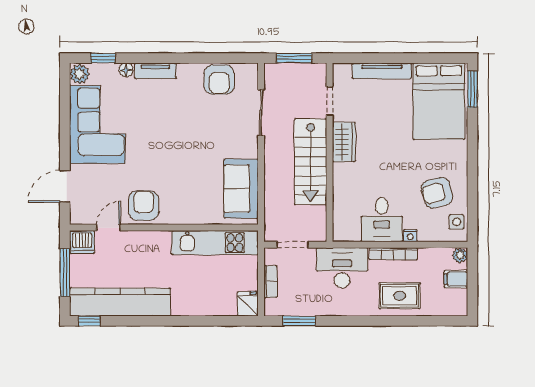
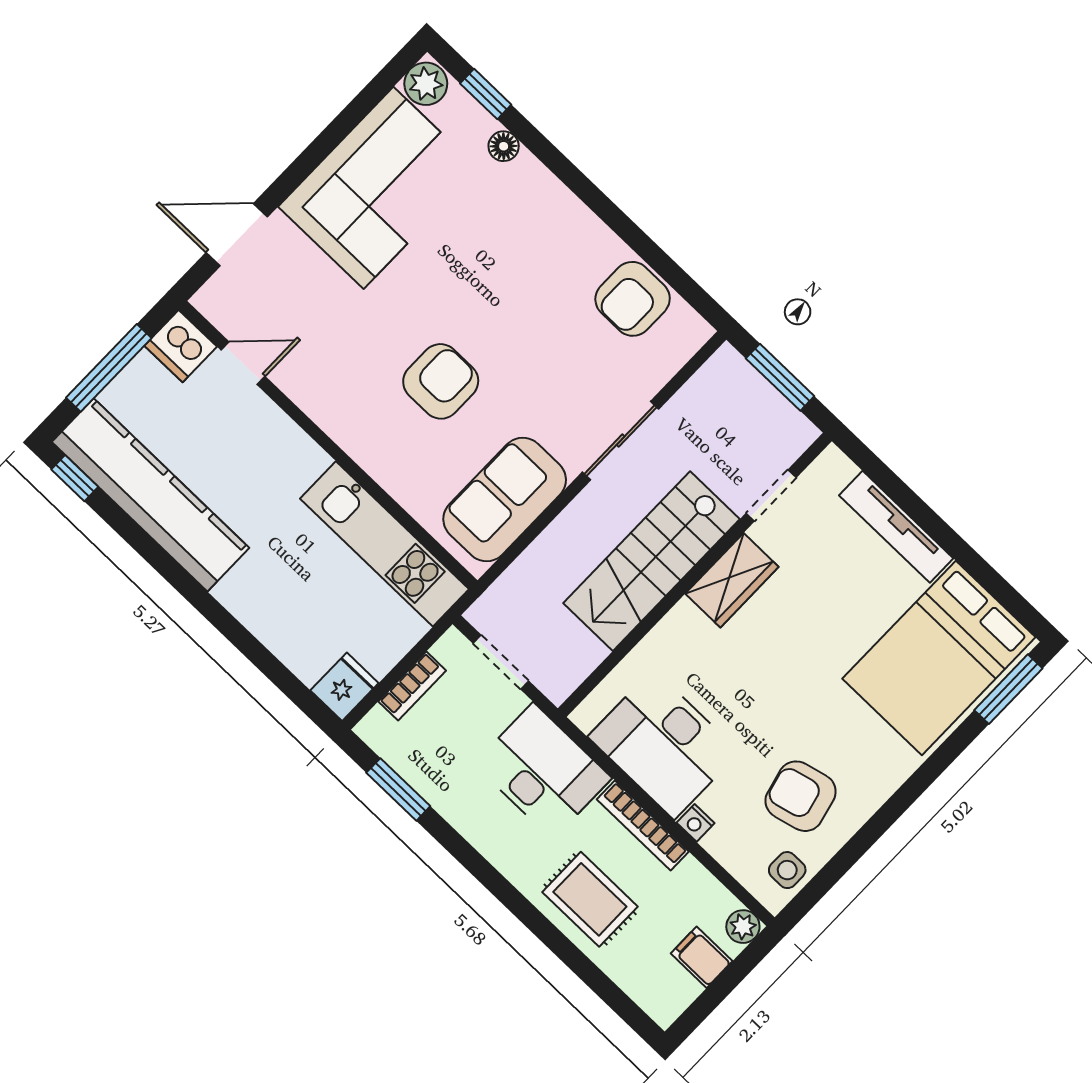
tv unit: (155, 71) -> (547, 191), removed
sliding door: (261, 113) -> (621, 441), moved
armchair: (144, 206) -> (441, 381), moved
desk: (382, 220) -> (664, 744), width x1.37

